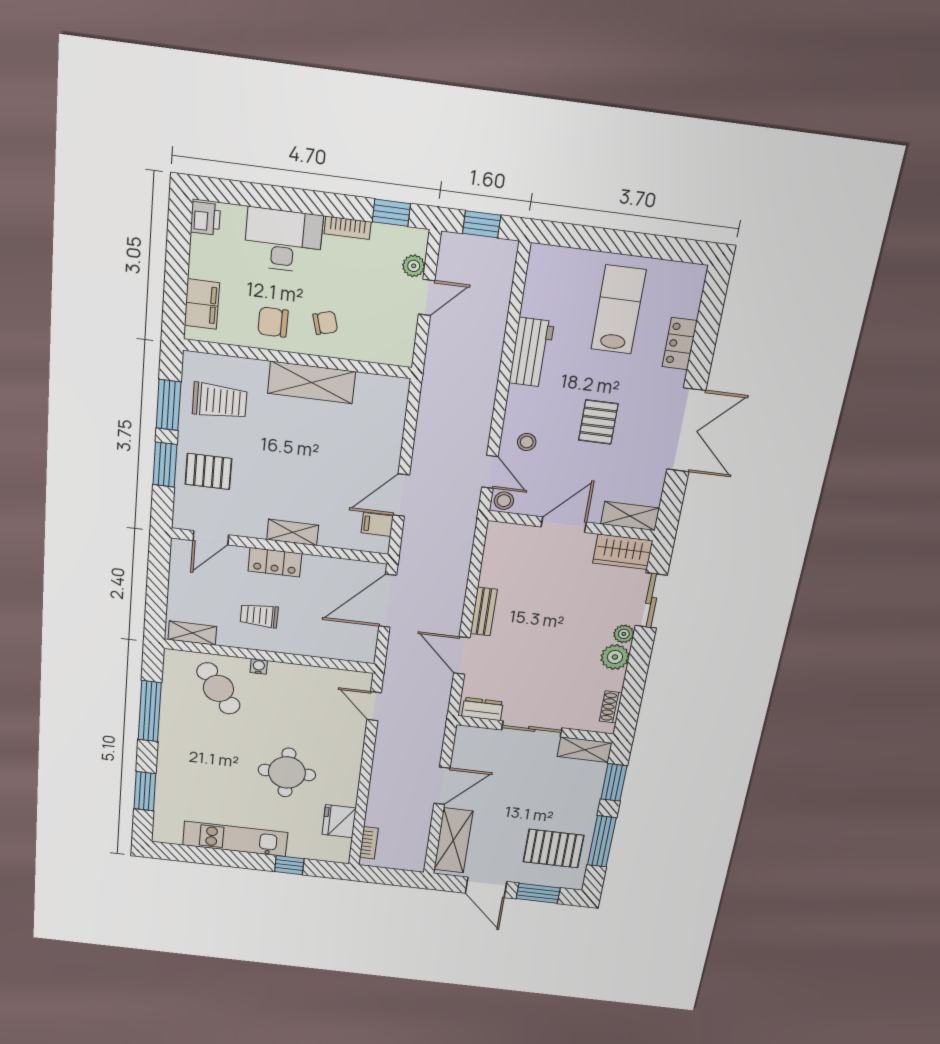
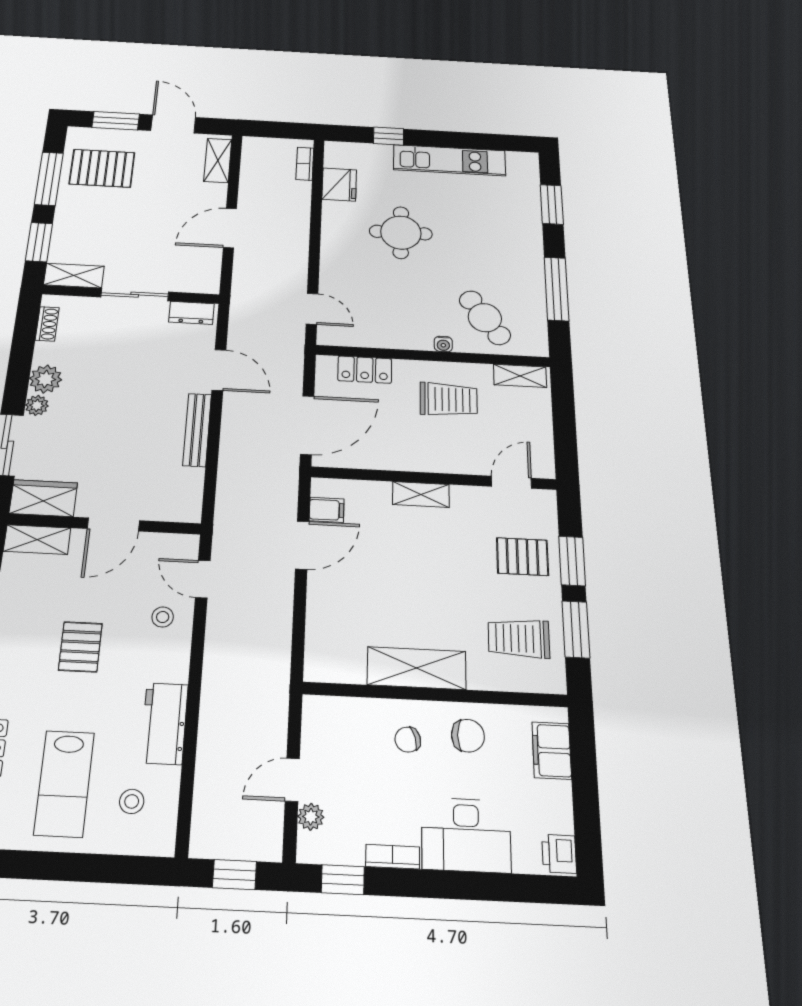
stool: (504, 501) -> (132, 801), moved
locker: (275, 562) -> (365, 370), moved, turned 180
bench: (484, 612) -> (197, 430), width x1.36
trolley: (259, 616) -> (449, 399), width x1.36, depth x1.39
shelving: (453, 840) -> (218, 160), width x0.67, depth x0.75

